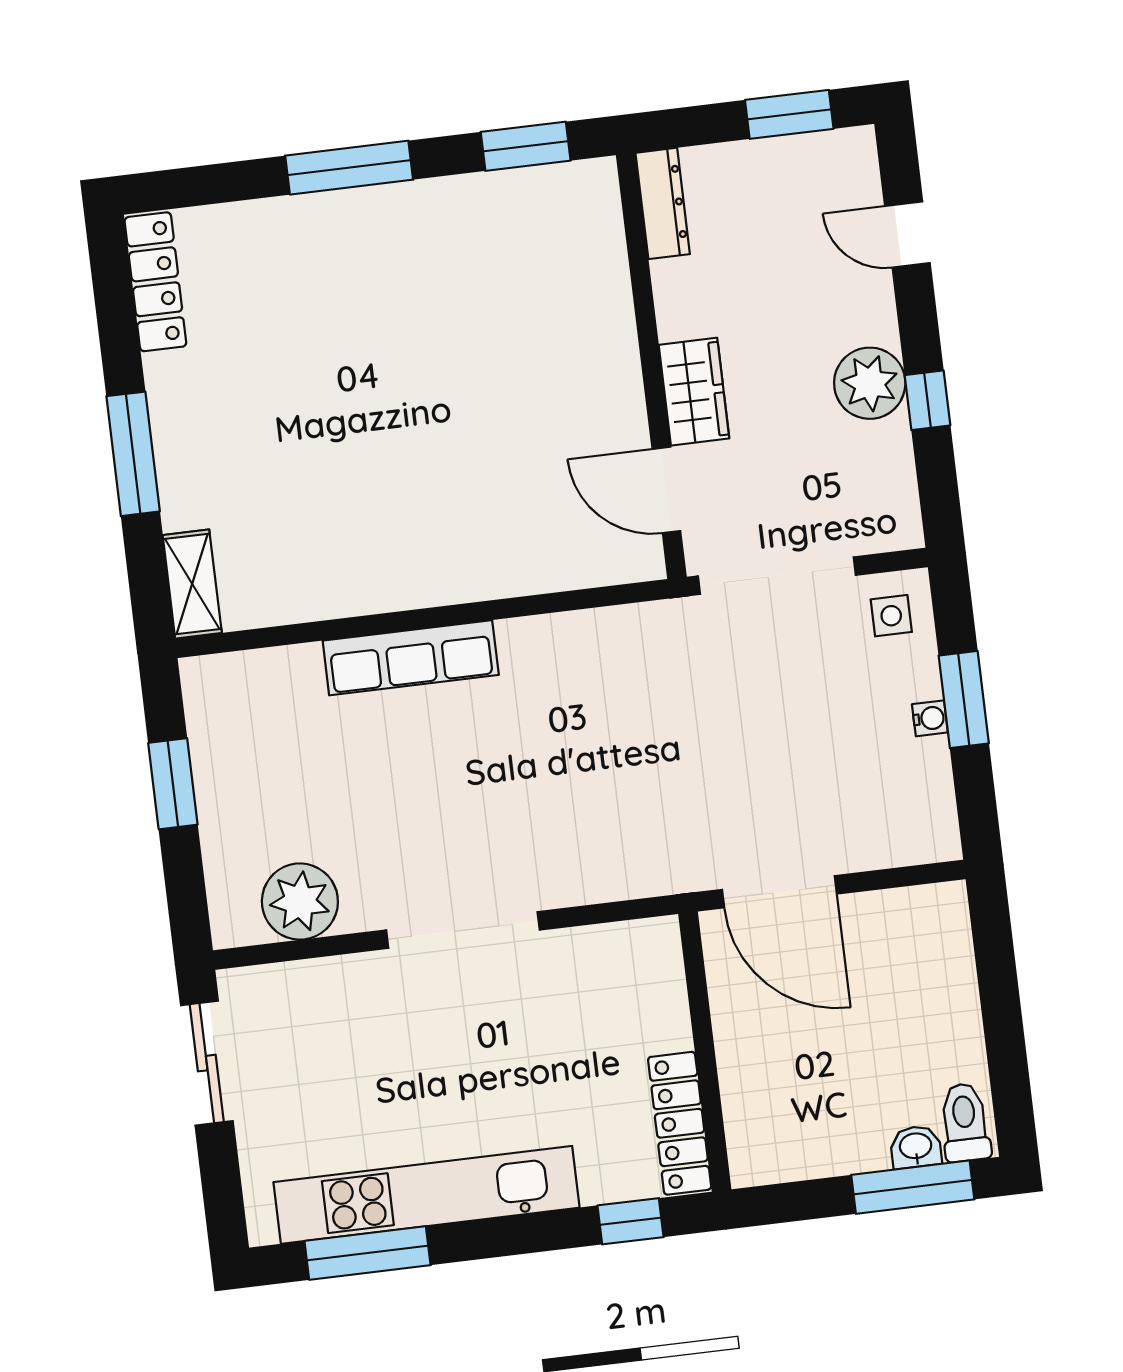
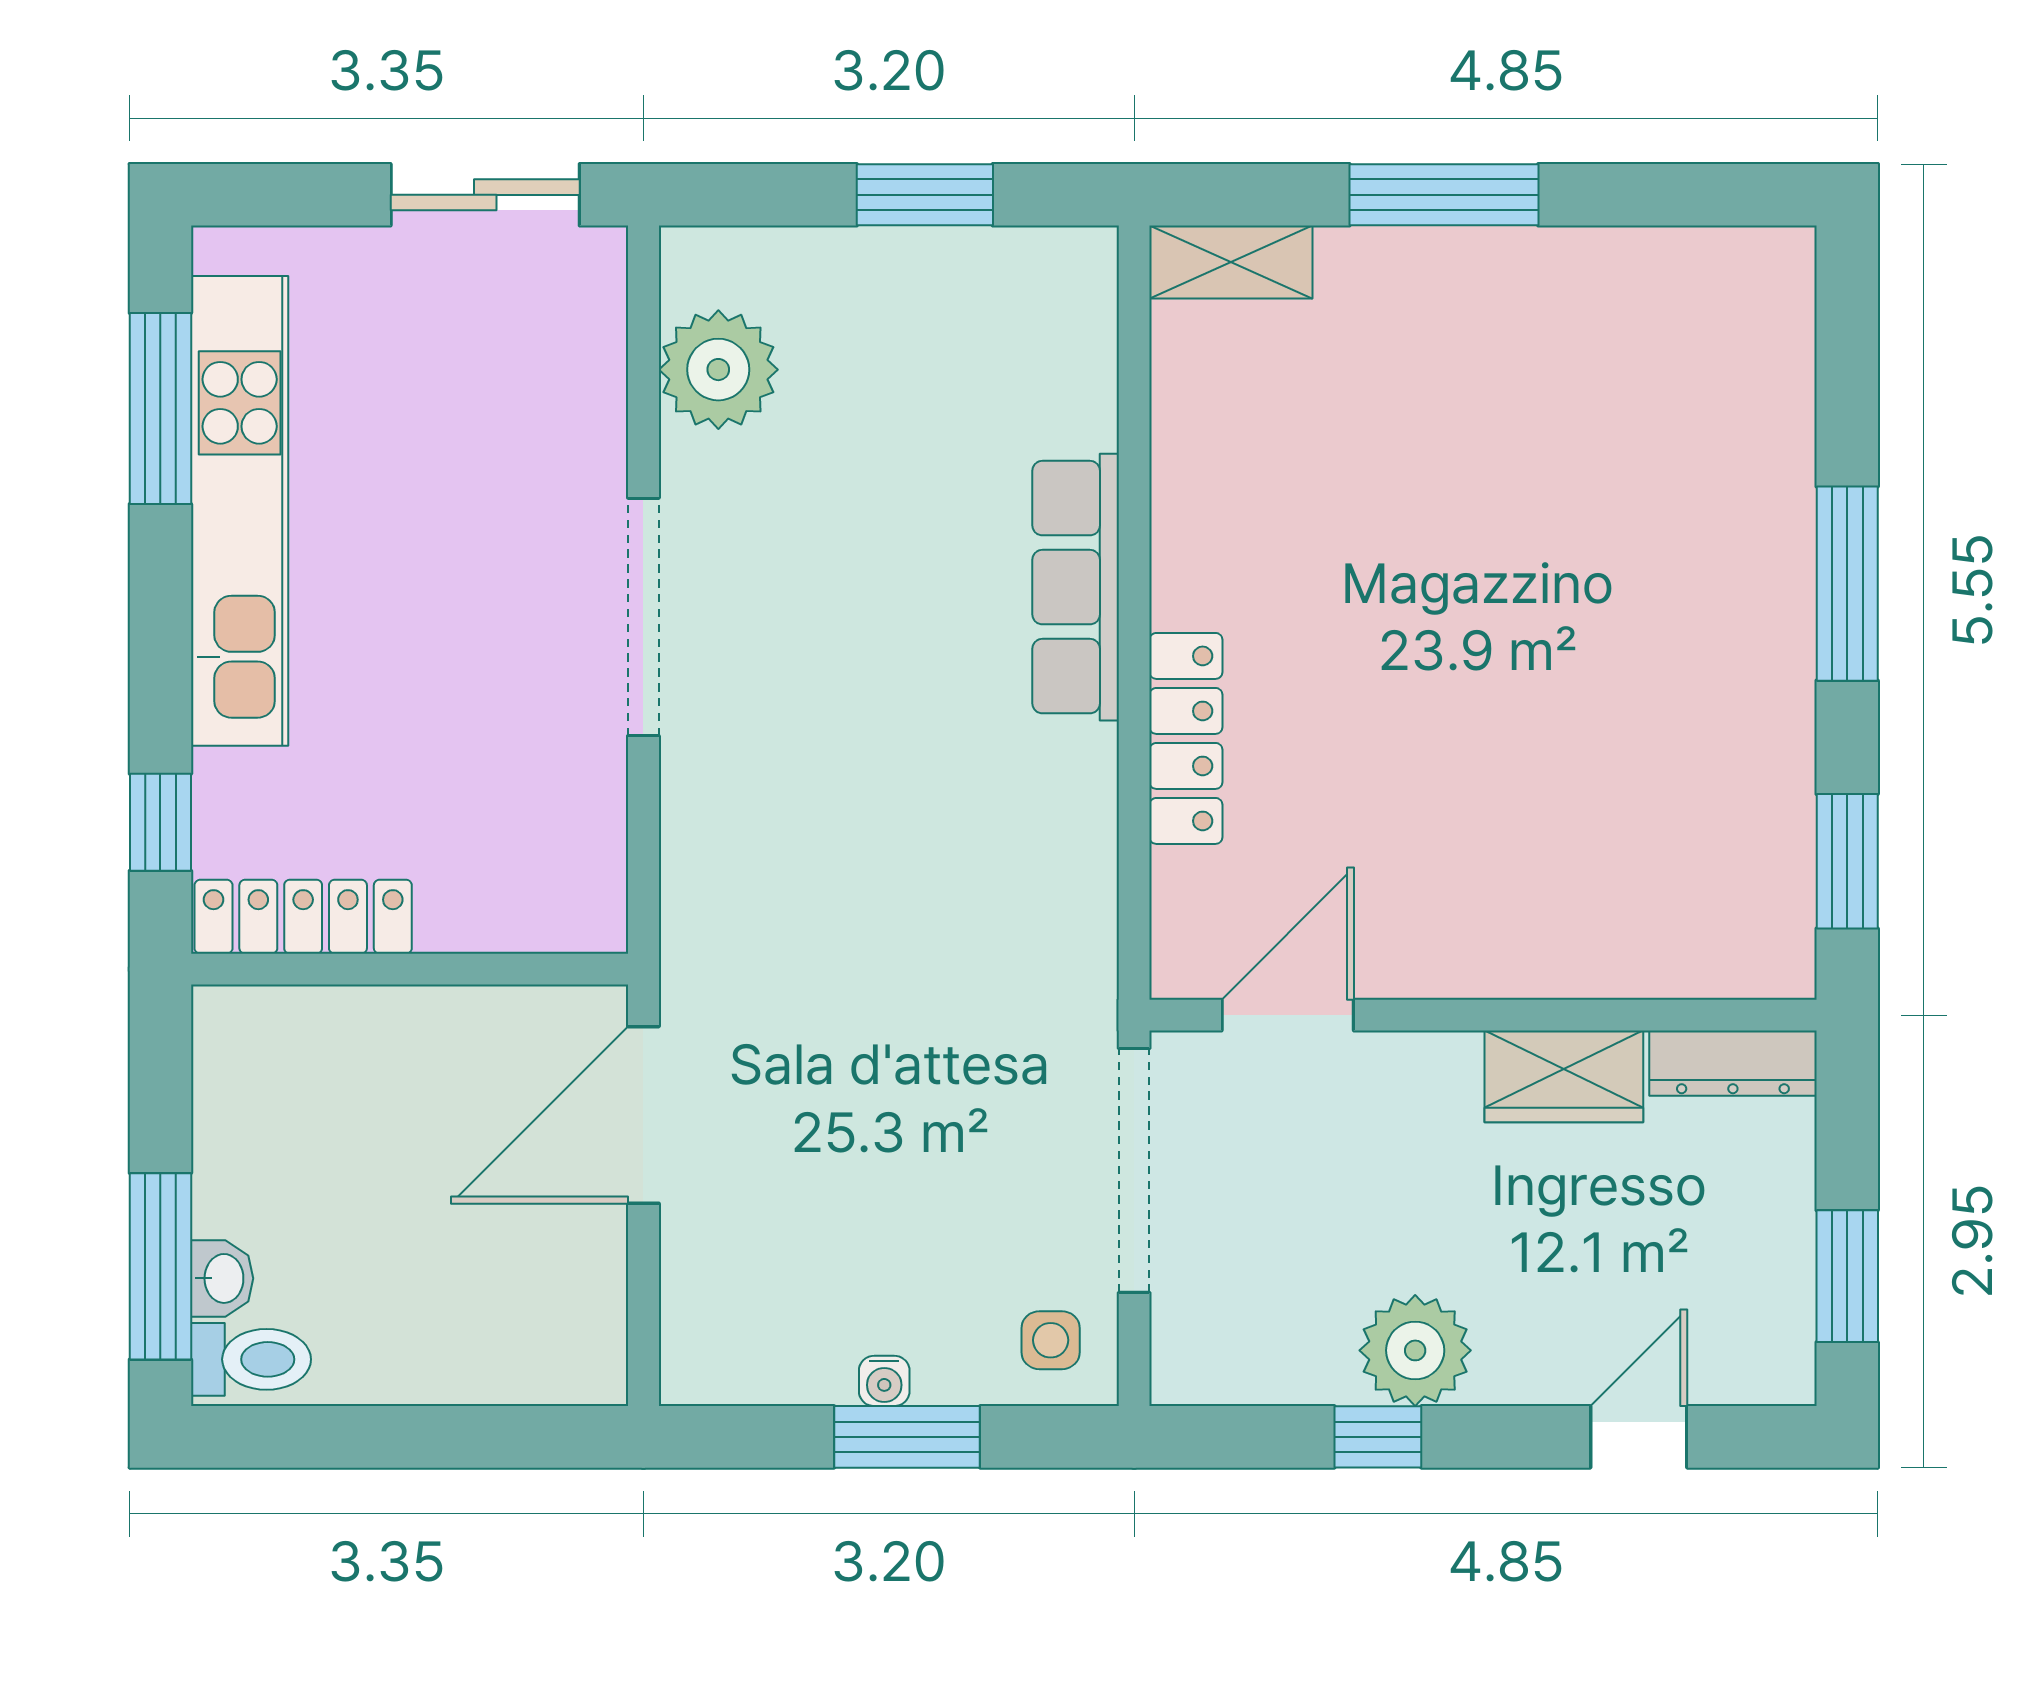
locker: (155, 282) -> (1186, 738), moved, turned -90
wardrobe: (694, 392) -> (1564, 1076), moved

